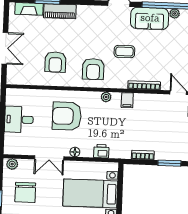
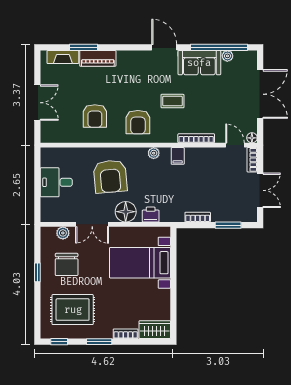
armchair: (67, 116) -> (110, 176), turned -95
floor lamp: (75, 152) -> (126, 212), width x1.89, depth x1.89
plant: (12, 164) -> (63, 233), moved

